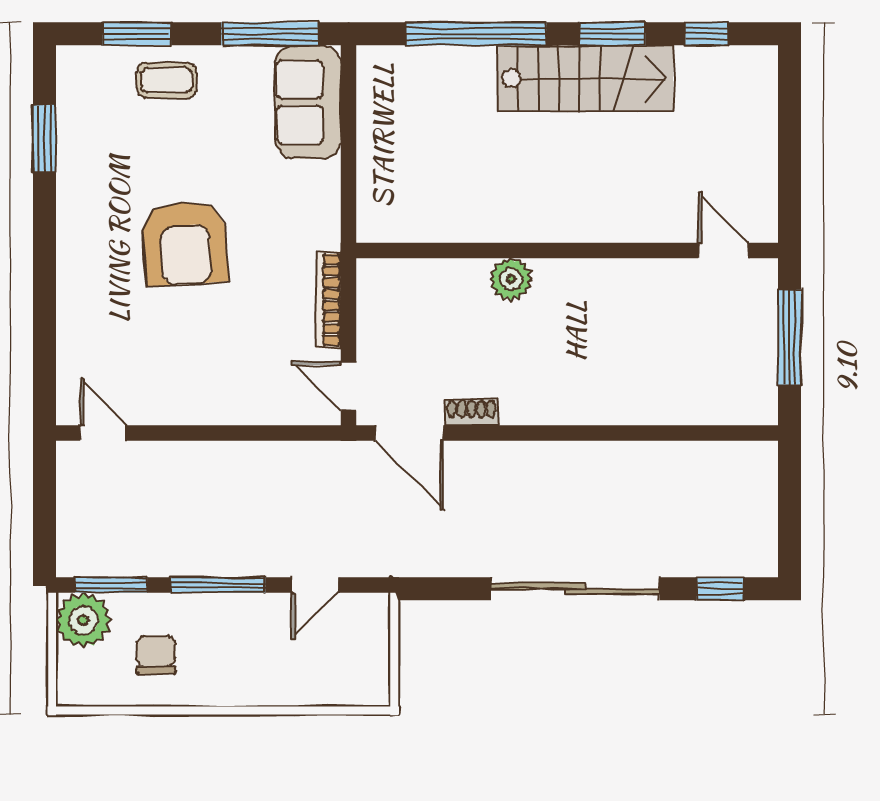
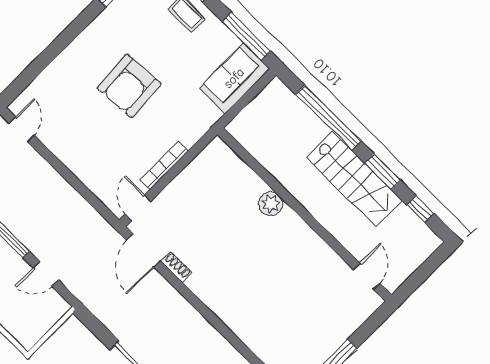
wall: (567, 251) -> (304, 215), moved
door: (723, 251) -> (367, 276), moved
plant: (511, 279) -> (271, 204), moved

